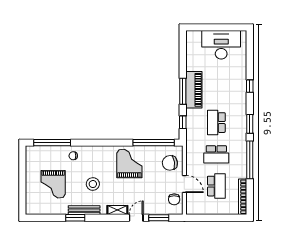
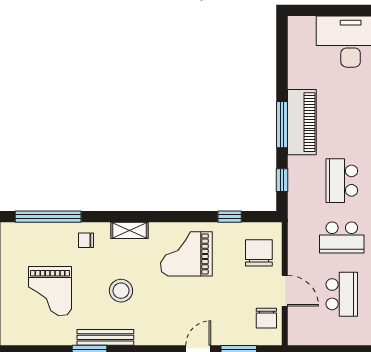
window: (154, 143) -> (230, 217), width x0.32
chair: (170, 163) -> (259, 253), turned 98
grand piano: (129, 164) -> (186, 254), turned -90
shelving: (117, 210) -> (129, 230), moved

